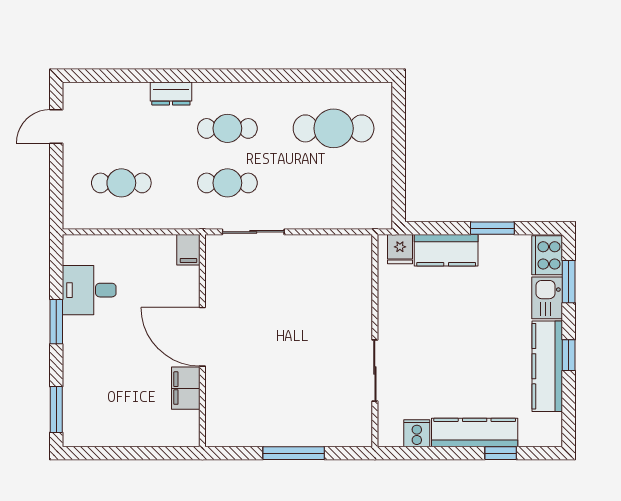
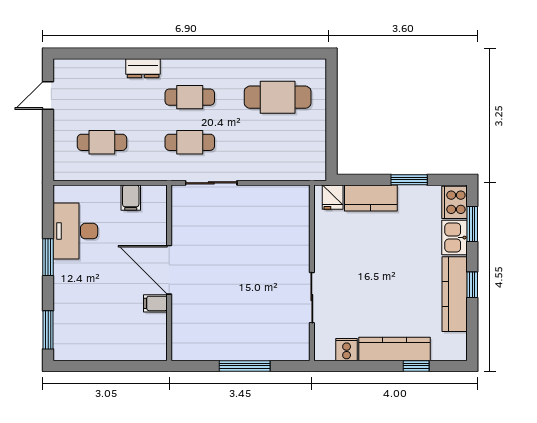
filing cabinet: (188, 250) -> (131, 198), moved
desk: (89, 290) -> (75, 231), width x1.37
filing cabinet: (186, 388) -> (155, 303), width x0.50

